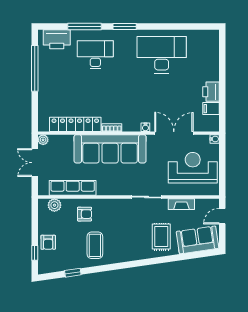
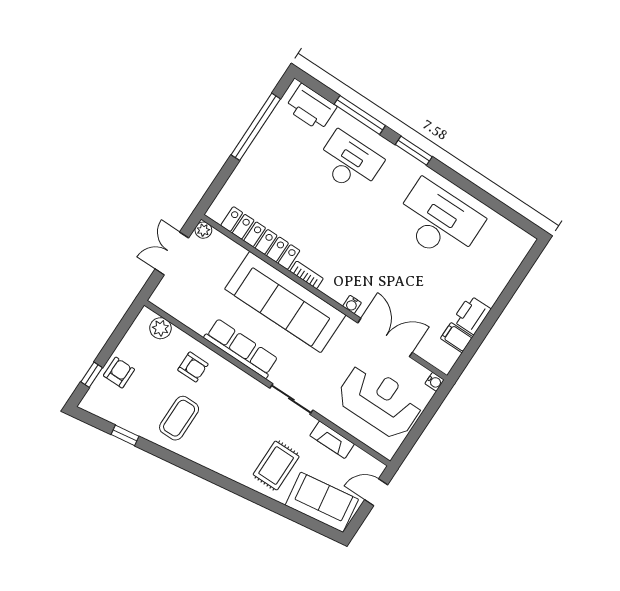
row of seats: (73, 188) -> (241, 348), moved
armchair: (48, 242) -> (119, 373), turned 180

